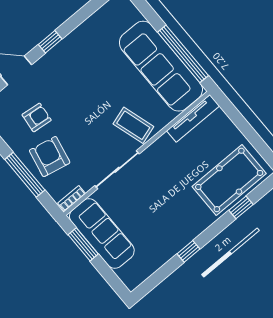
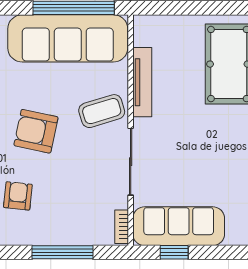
tv unit: (193, 118) -> (142, 82), moved
armchair: (50, 157) -> (36, 131), moved
window: (83, 244) -> (174, 252), width x0.67

